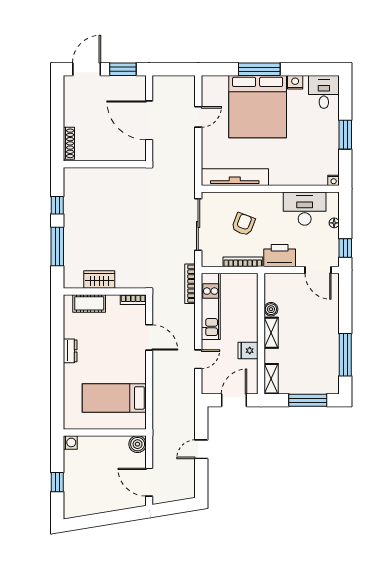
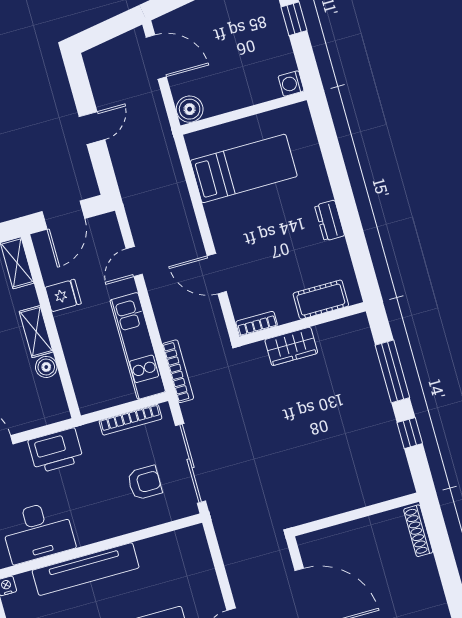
tv unit: (235, 177) -> (86, 569), moved
armchair: (243, 224) -> (145, 483), moved, turned -111
bookcase: (243, 262) -> (131, 420), moved
wardrobe: (99, 280) -> (291, 346), moved

